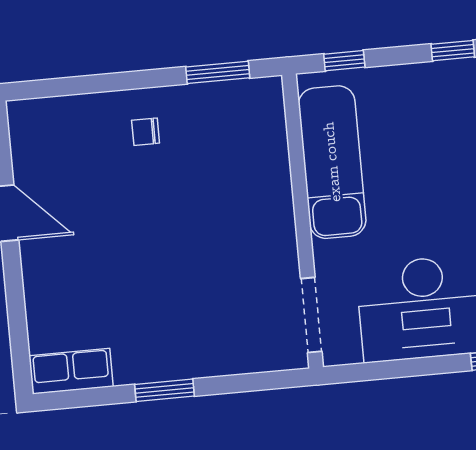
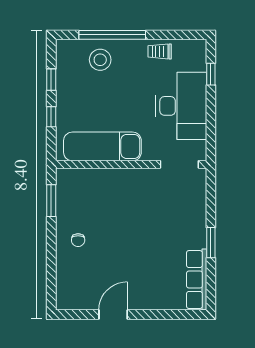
window: (344, 61) -> (51, 117), moved
row of seats: (71, 371) -> (197, 280), width x1.48

